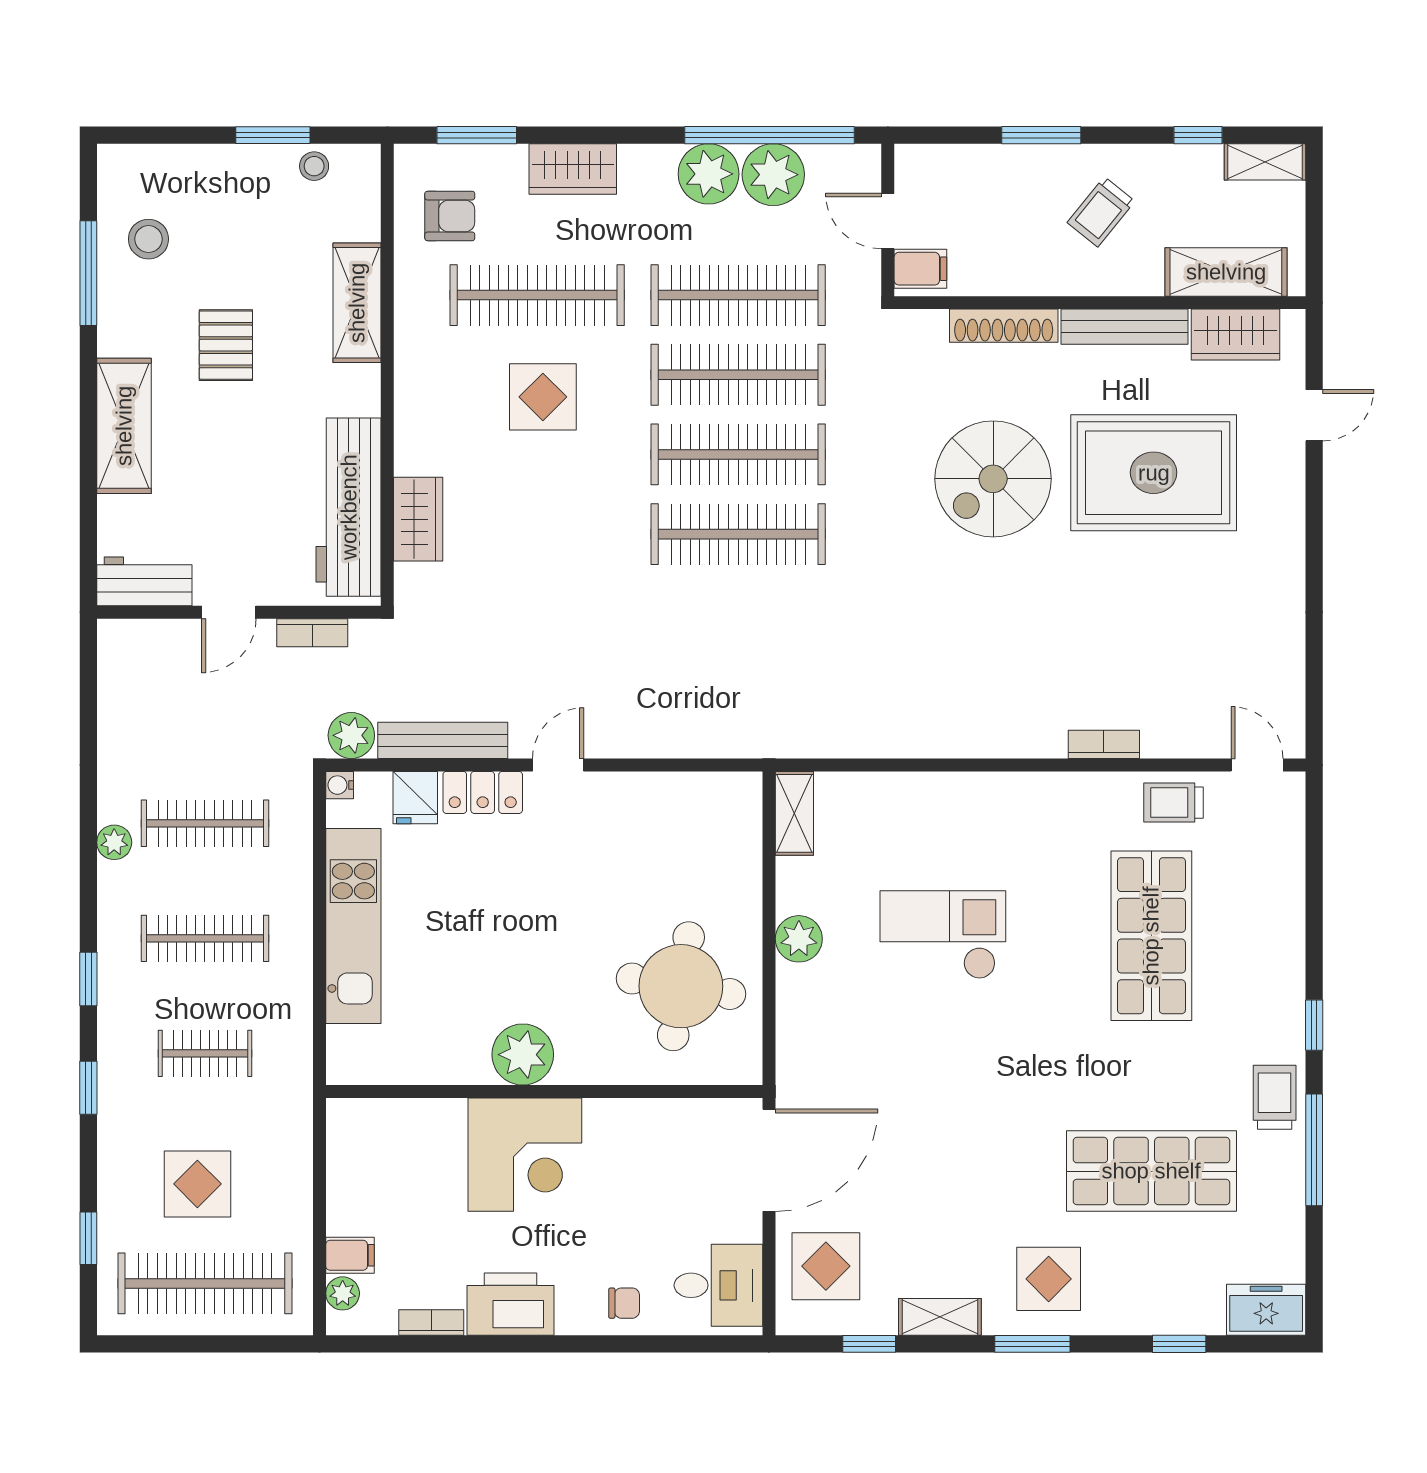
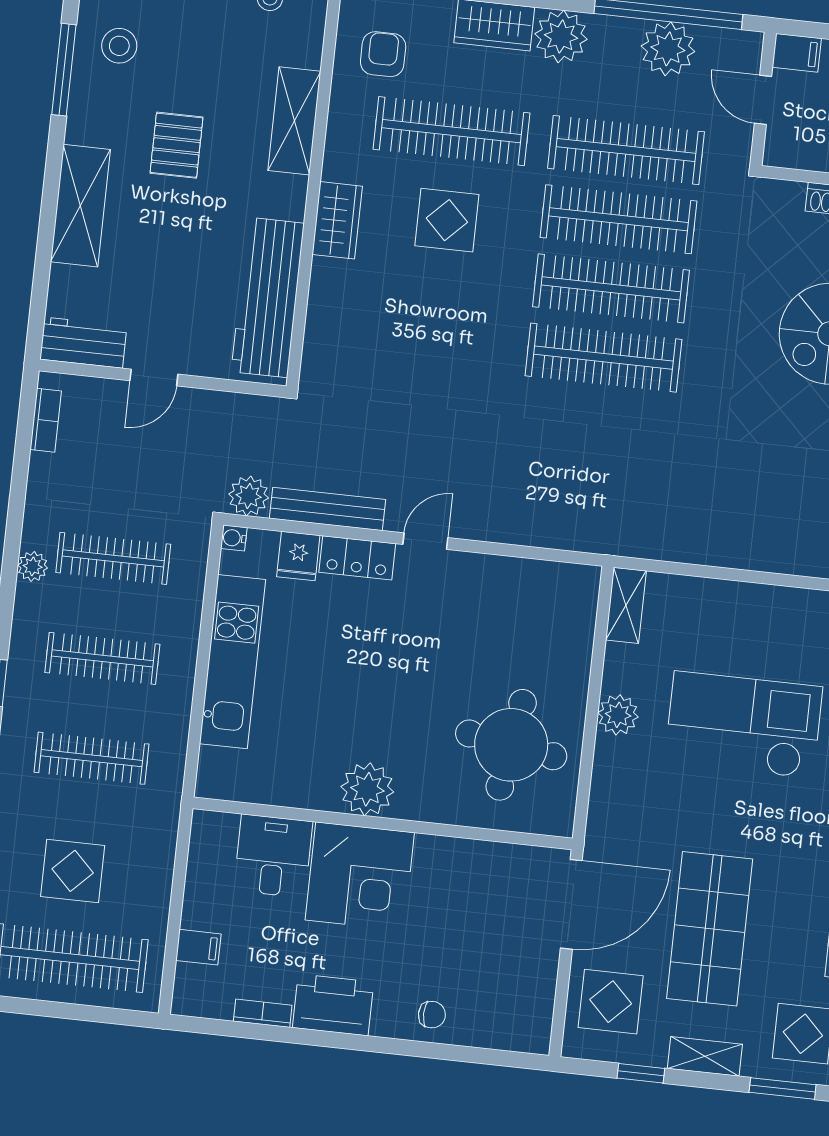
plant: (709, 174) -> (561, 37), moved
armchair: (450, 216) -> (383, 54), turned -90
filing cabinet: (920, 269) -> (797, 53), moved
wardrobe: (418, 519) -> (337, 220), moved
bookcase: (312, 633) -> (46, 420), moved, turned -90
checkout: (943, 935) -> (744, 725), width x1.36, depth x1.21
clothes rail: (205, 1053) -> (92, 758), width x1.36
shop shelf: (930, 1171) -> (710, 929), added
desk: (718, 1285) -> (273, 856), moved, turned -90
plant: (343, 1293) -> (188, 980), removed

